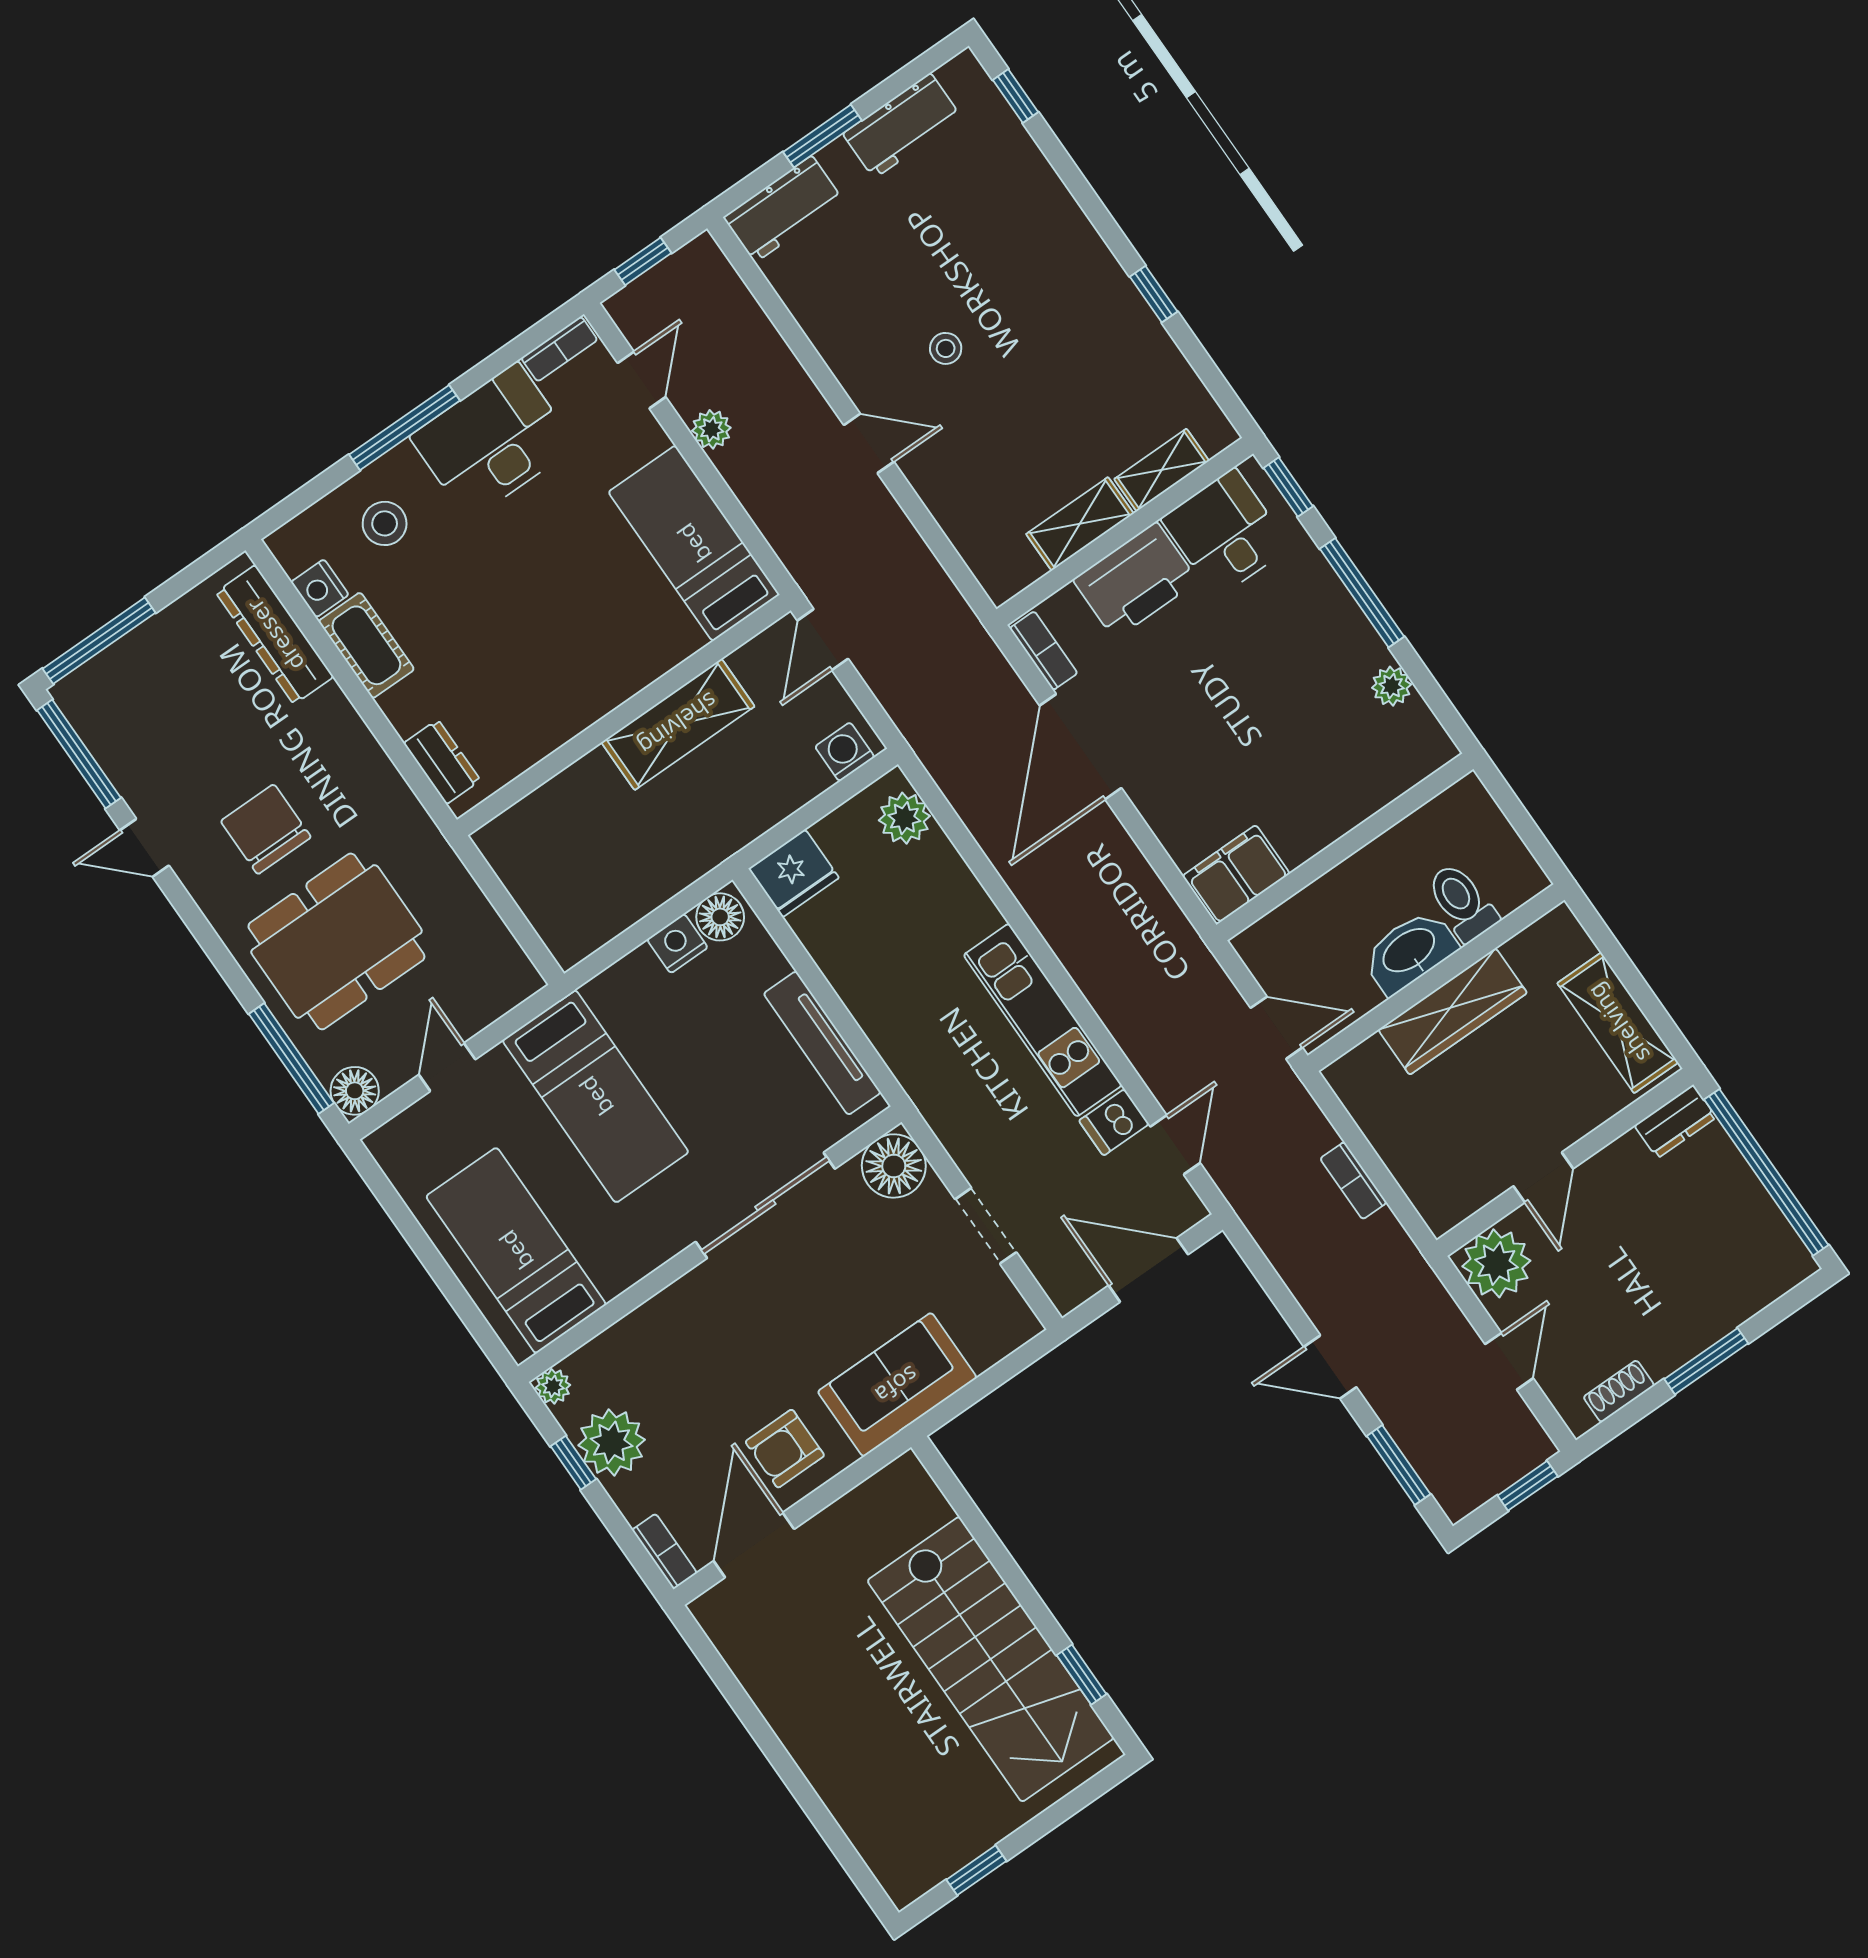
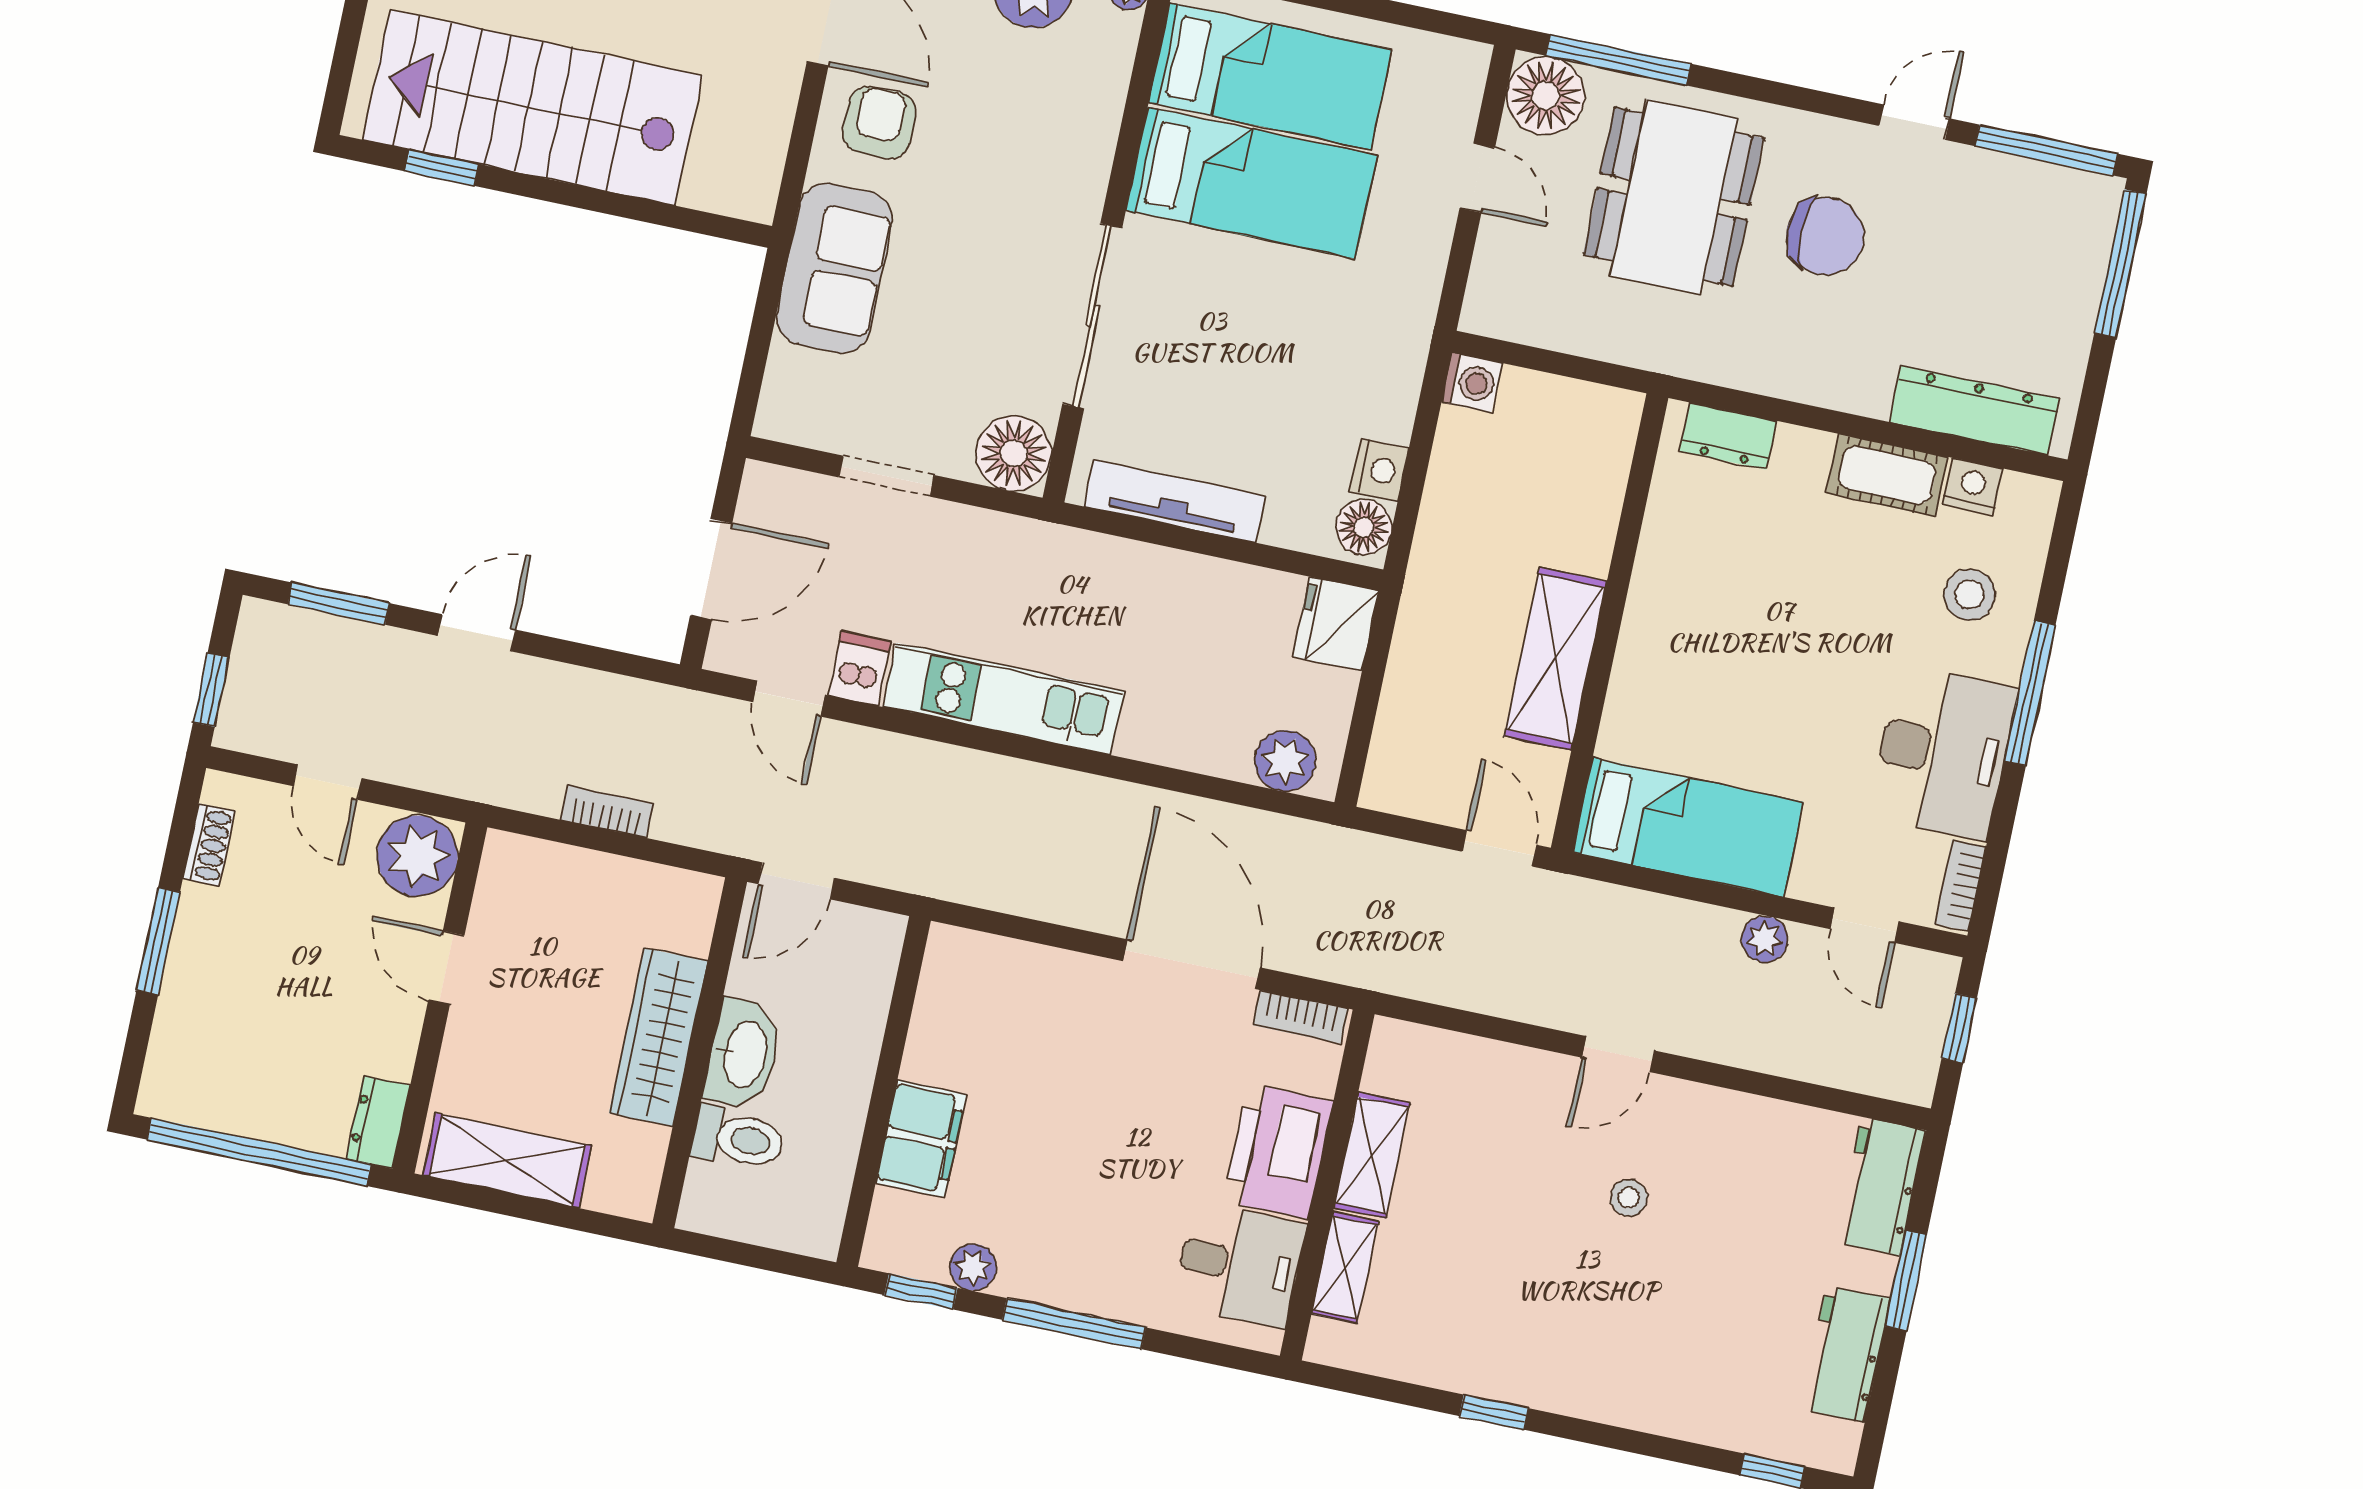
window: (1288, 487) -> (921, 1291), moved
washing machine: (845, 752) -> (1472, 383), moved
filing cabinet: (1236, 875) -> (921, 1139), moved
floor lamp: (355, 1091) -> (1546, 96), width x1.38, depth x1.38
bed: (596, 1096) -> (1251, 183), moved, turned 180

